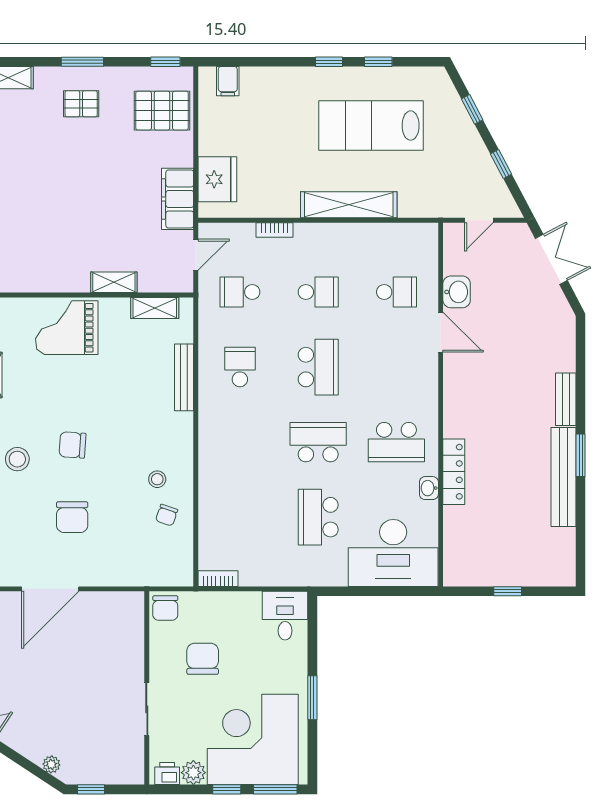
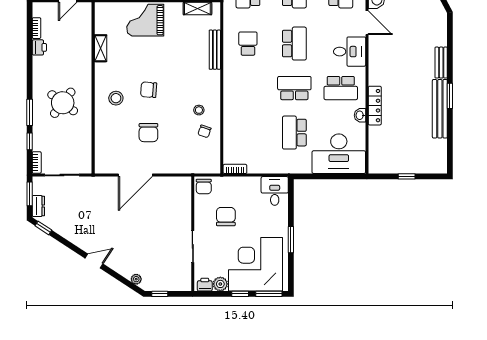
desk: (411, 381) -> (350, 52), added

